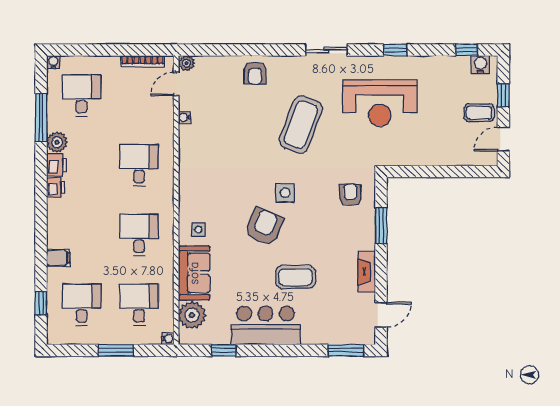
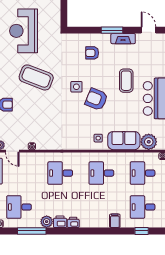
reception desk: (380, 103) -> (24, 31), turned 180
armchair: (350, 195) -> (92, 53), moved
window: (381, 225) -> (112, 30), moved

